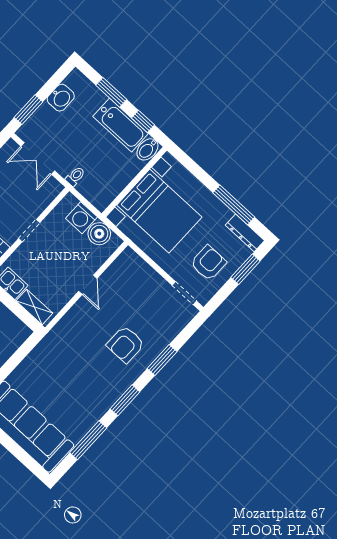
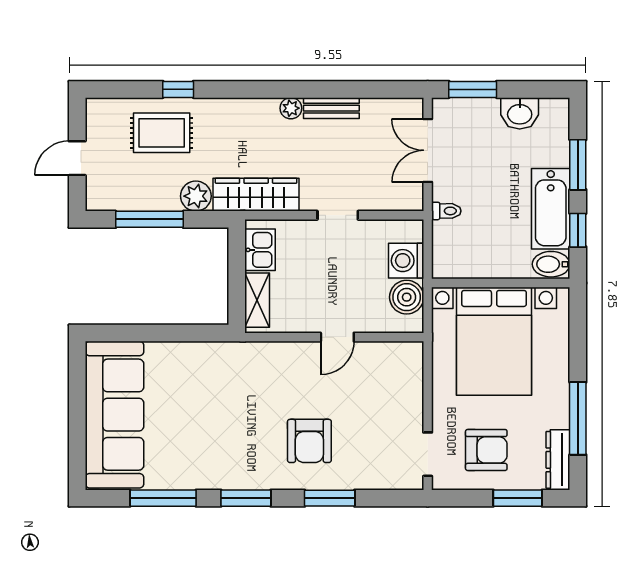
armchair: (125, 344) -> (309, 441), turned -90

